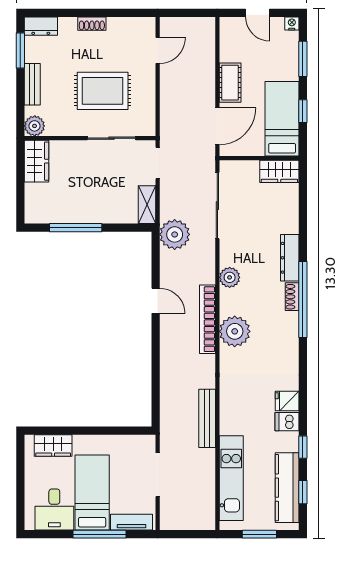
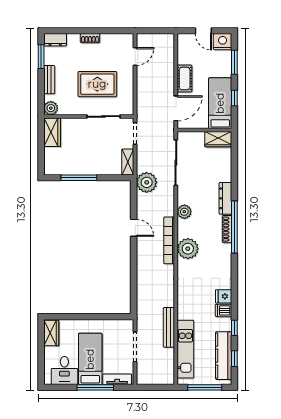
nightstand: (292, 23) -> (223, 42), width x1.89, depth x1.79
shoe rack: (292, 297) -> (227, 229), width x1.43
bench: (207, 418) -> (169, 327), moved
wardrobe: (53, 446) -> (51, 333), moved, turned -90
window: (259, 534) -> (205, 387), width x1.44

